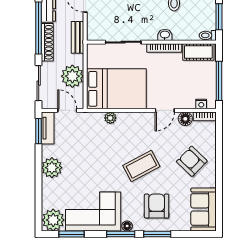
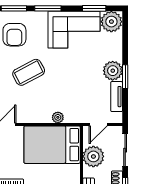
door: (67, 110) -> (98, 124), hinge flipped
tv unit: (48, 128) -> (117, 97), moved
window: (39, 131) -> (125, 77), moved
floor lamp: (127, 226) -> (42, 16), removed

